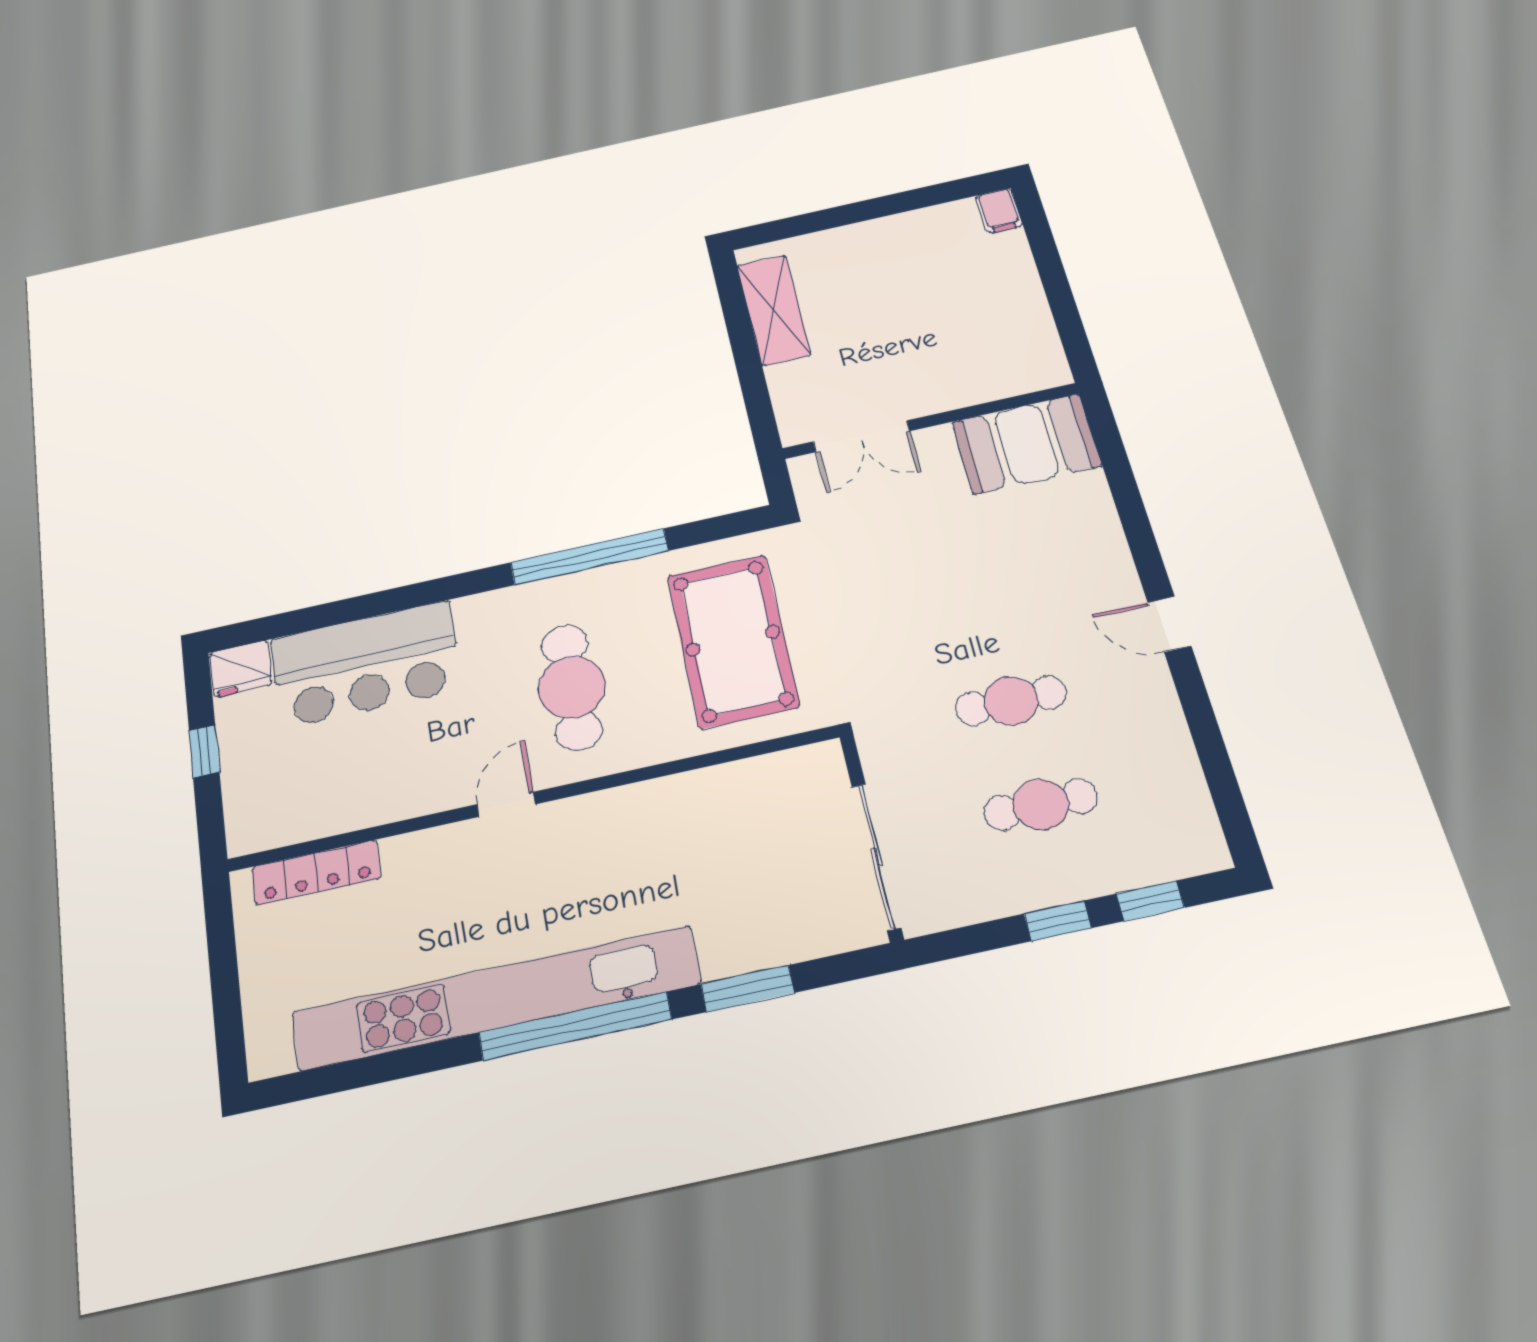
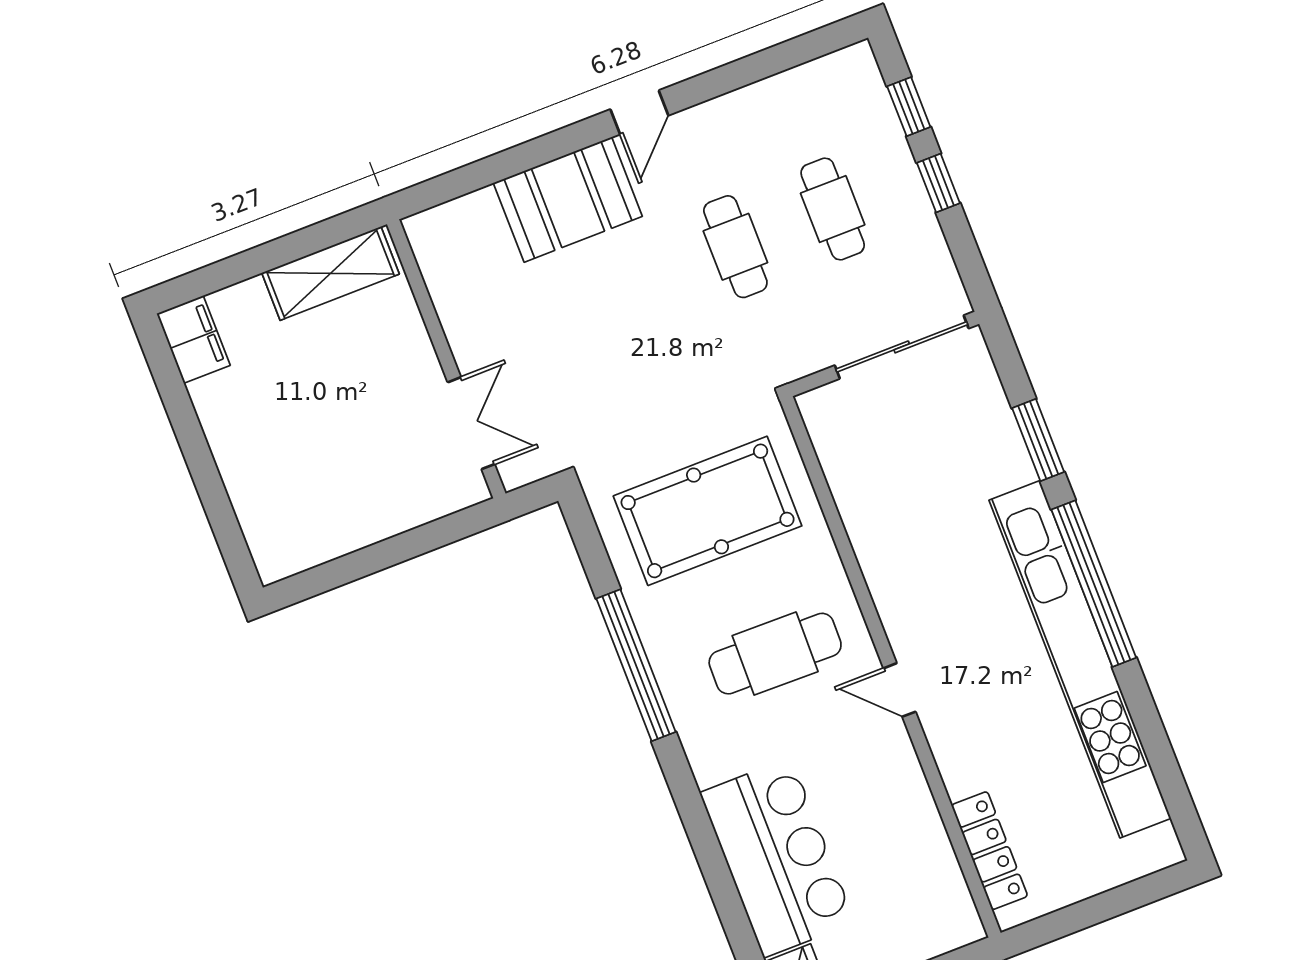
filing cabinet: (999, 211) -> (193, 339), width x2.00
shelving: (774, 310) -> (330, 273), moved
booth: (1026, 444) -> (568, 200), moved, turned 90

